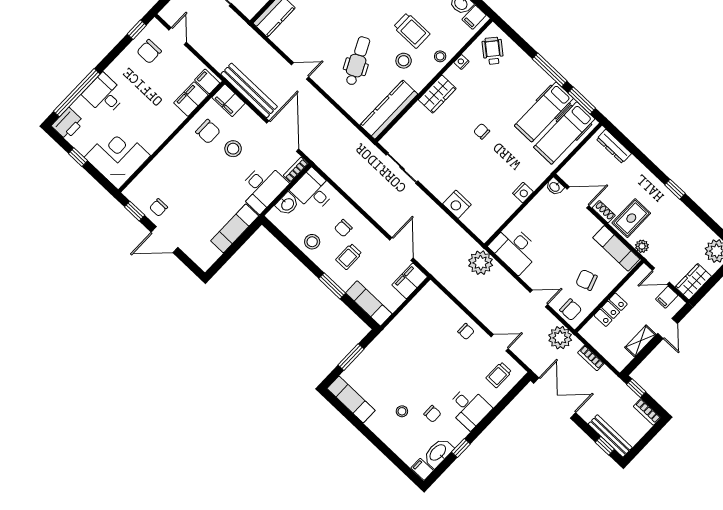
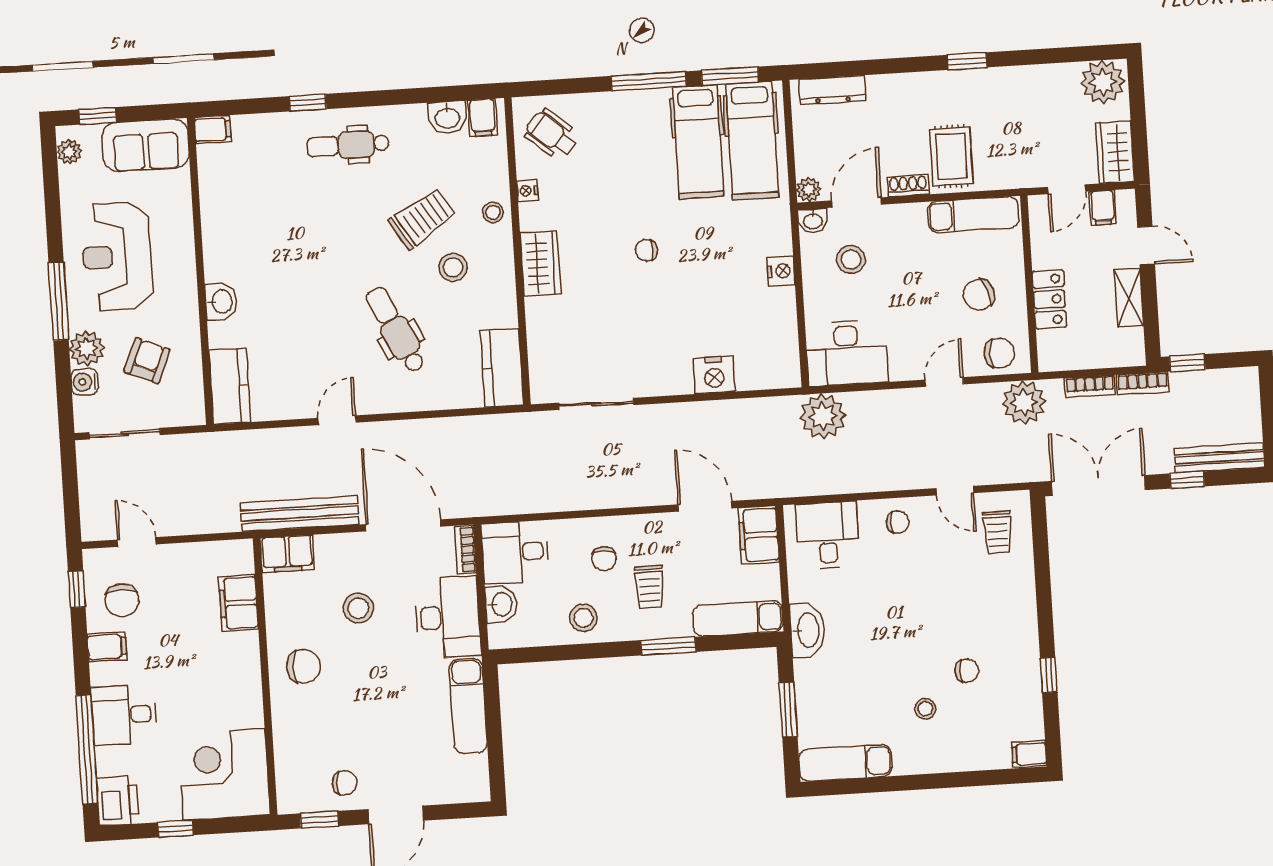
trolley: (412, 30) -> (422, 219), turned -32
filing cabinet: (207, 81) -> (107, 647), moved, turned 180
kitchen counter: (389, 110) -> (502, 368), width x0.67
chair: (208, 131) -> (304, 666), moved
chair: (158, 208) -> (345, 783), turned -90
stool: (553, 216) -> (851, 259), added
plant: (642, 246) -> (809, 190), moved
door: (500, 343) -> (955, 491), swing flipped
desk: (469, 408) -> (828, 535), moved, turned -90
bookcase: (647, 412) -> (1143, 384), moved
window: (605, 446) -> (1187, 480), moved
washbasin: (438, 453) -> (807, 630), moved, turned 180

